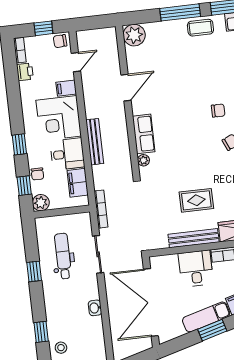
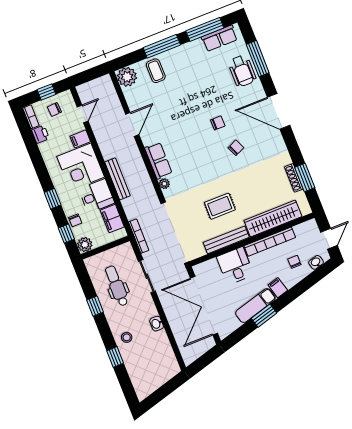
coffee table: (200, 28) -> (156, 71), moved, turned 90
chair: (60, 41) -> (54, 109), moved
stool: (61, 348) -> (127, 337), moved

